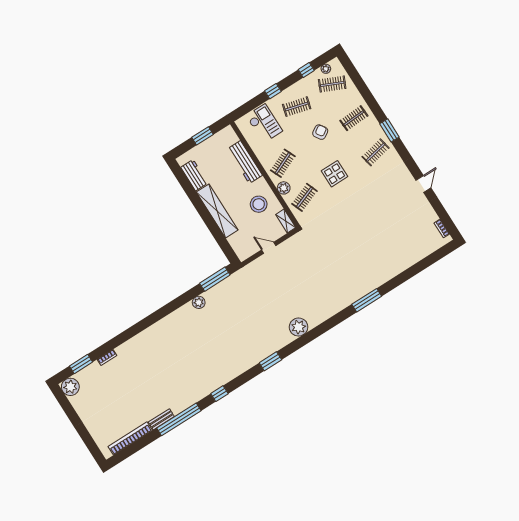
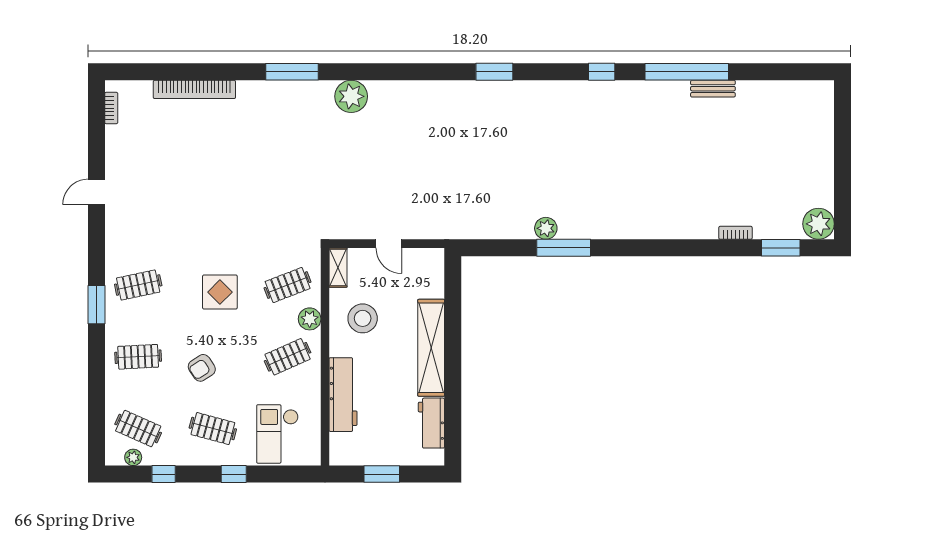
window: (215, 279) -> (564, 248), moved
plant: (299, 327) -> (351, 96), moved
bookcase: (130, 438) -> (194, 89), moved

